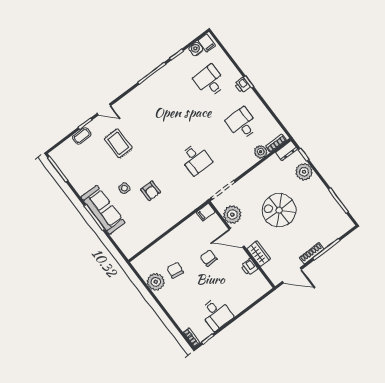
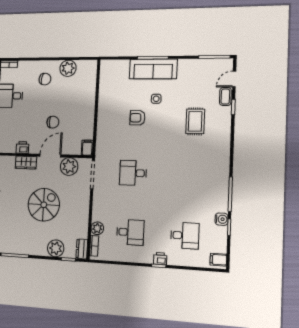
water cooler: (196, 49) -> (222, 219), moved
door: (104, 110) -> (234, 79), moved
rug: (118, 143) -> (195, 121), turned 90
chair: (175, 270) -> (45, 79), moved

